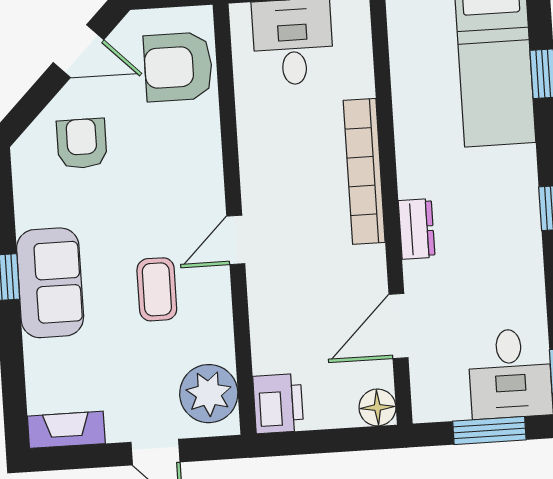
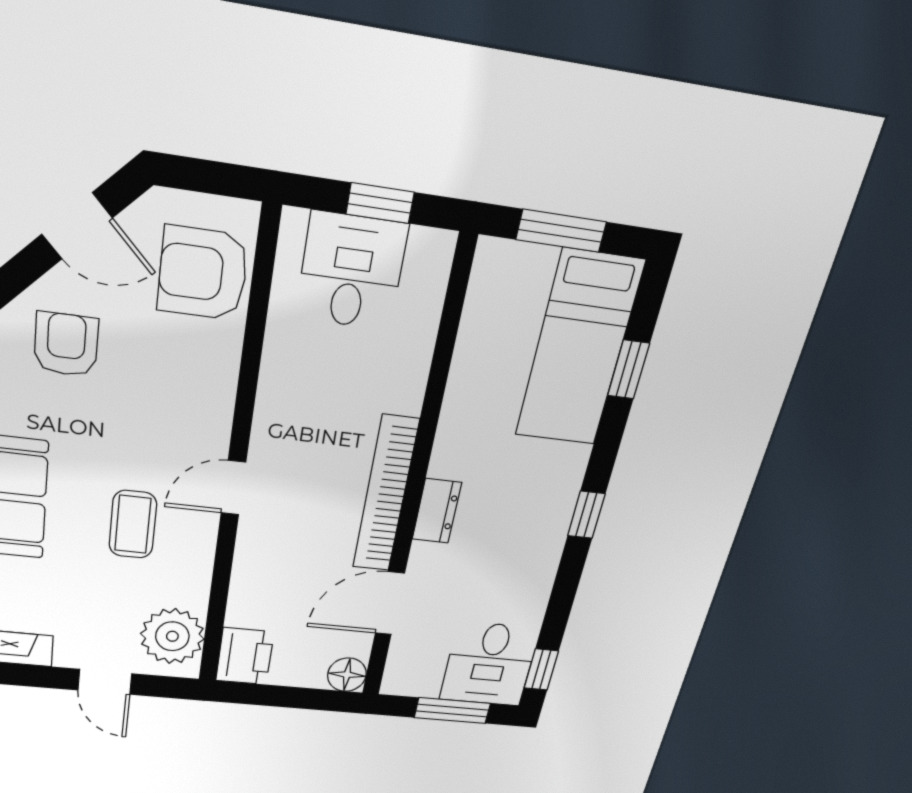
bookcase: (364, 171) -> (385, 495), moved

